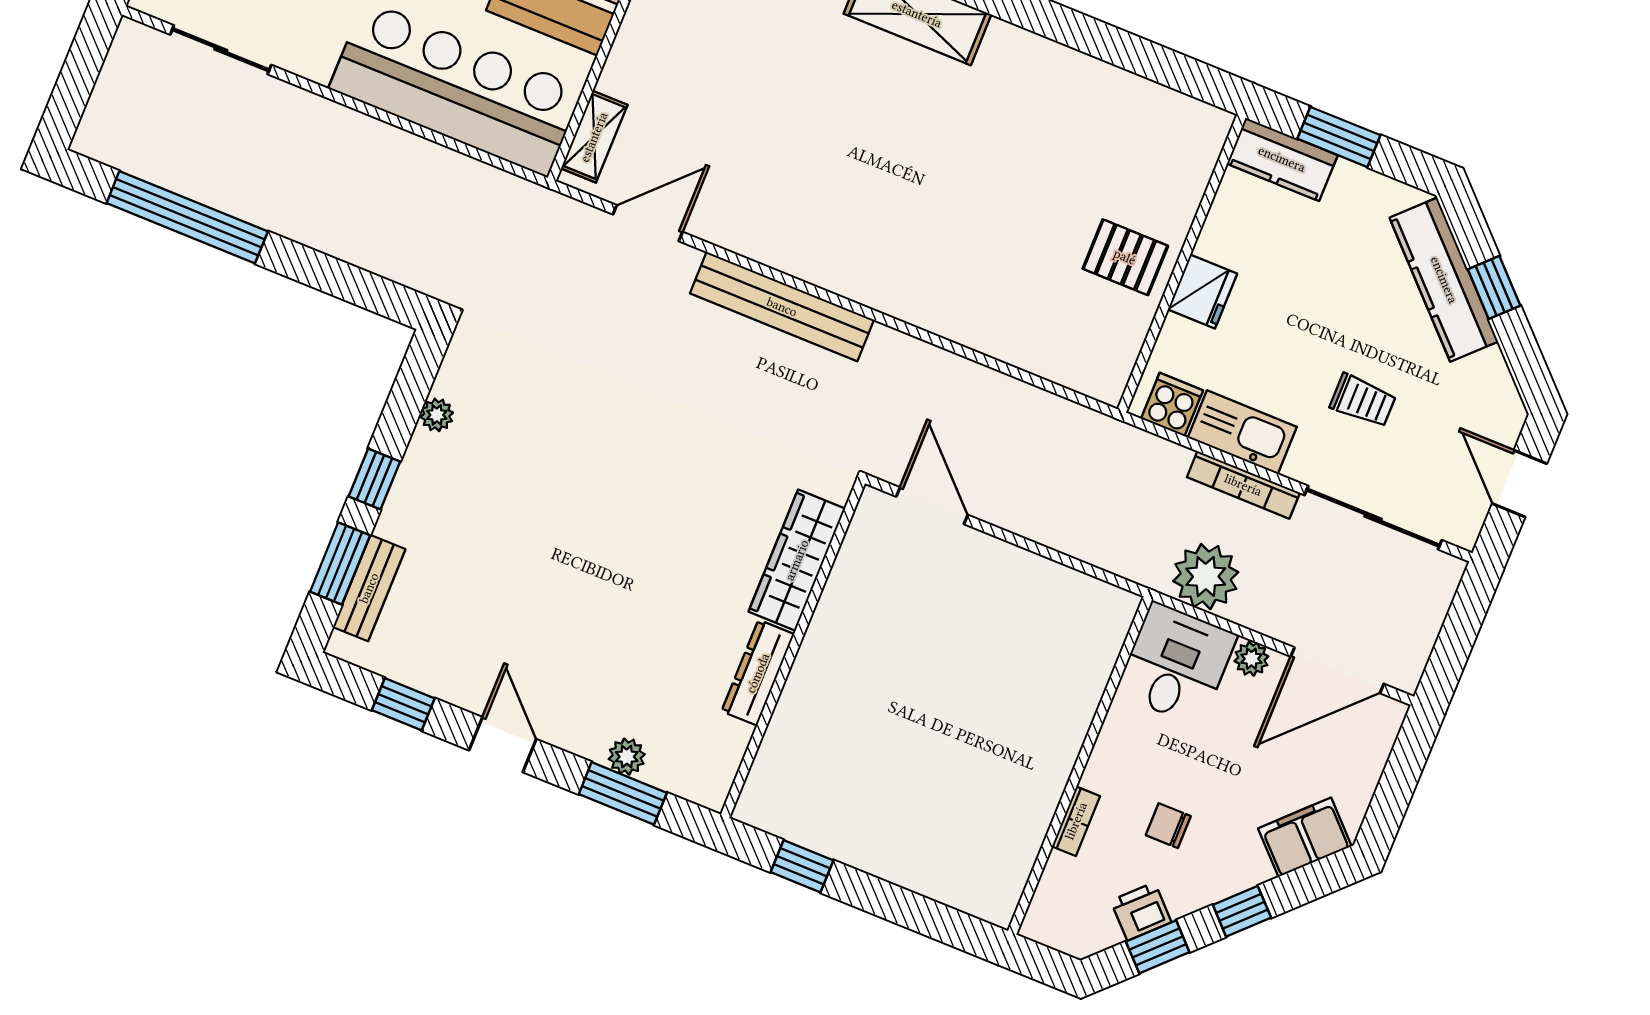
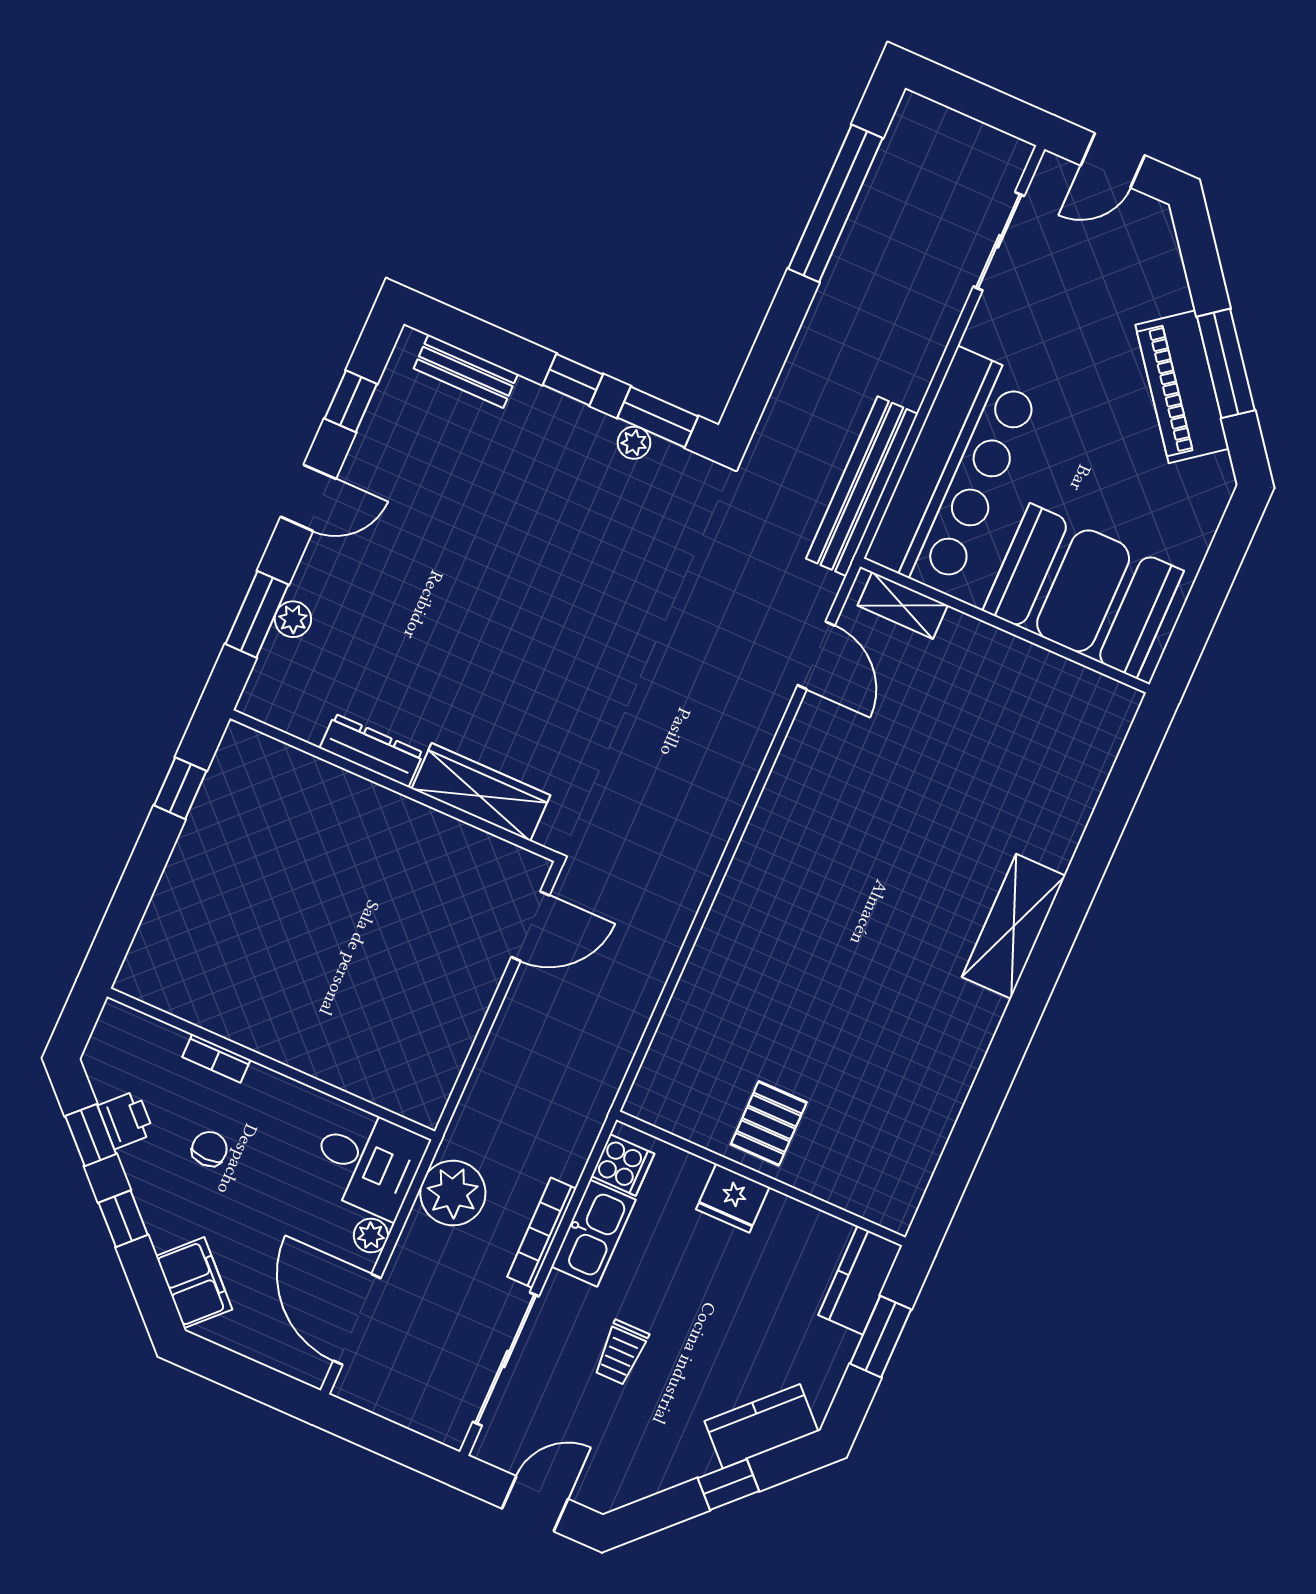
kitchen counter: (1444, 280) -> (761, 1426), width x0.67
bench: (782, 307) -> (862, 486), moved
window: (340, 564) -> (658, 417), moved

